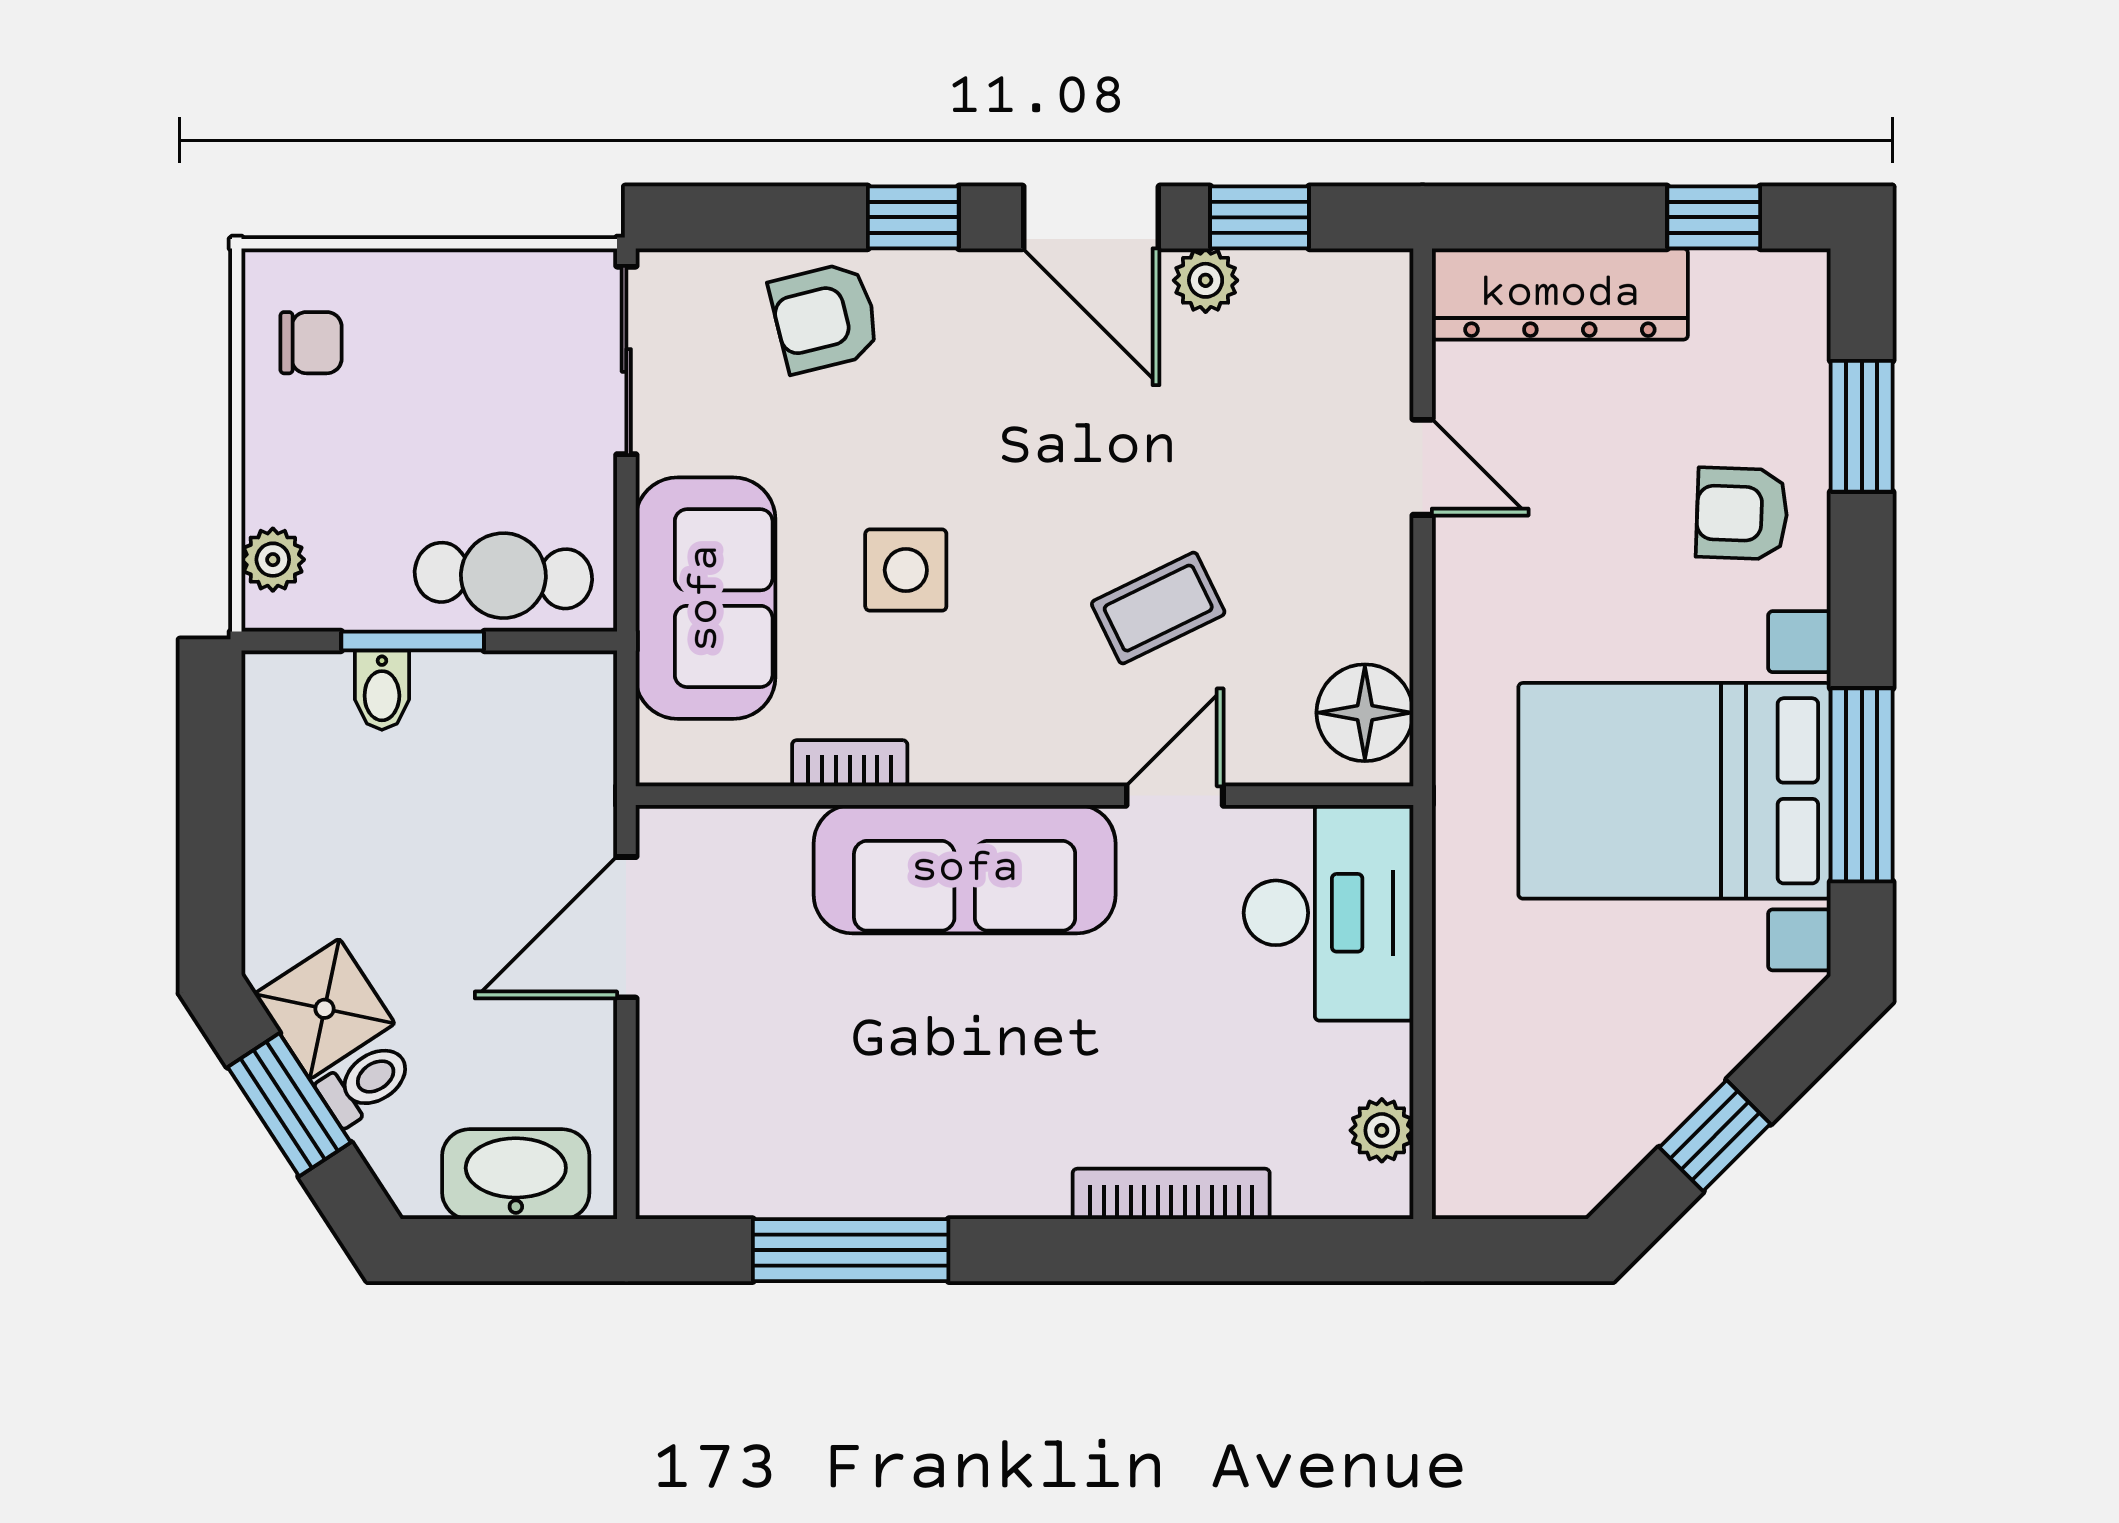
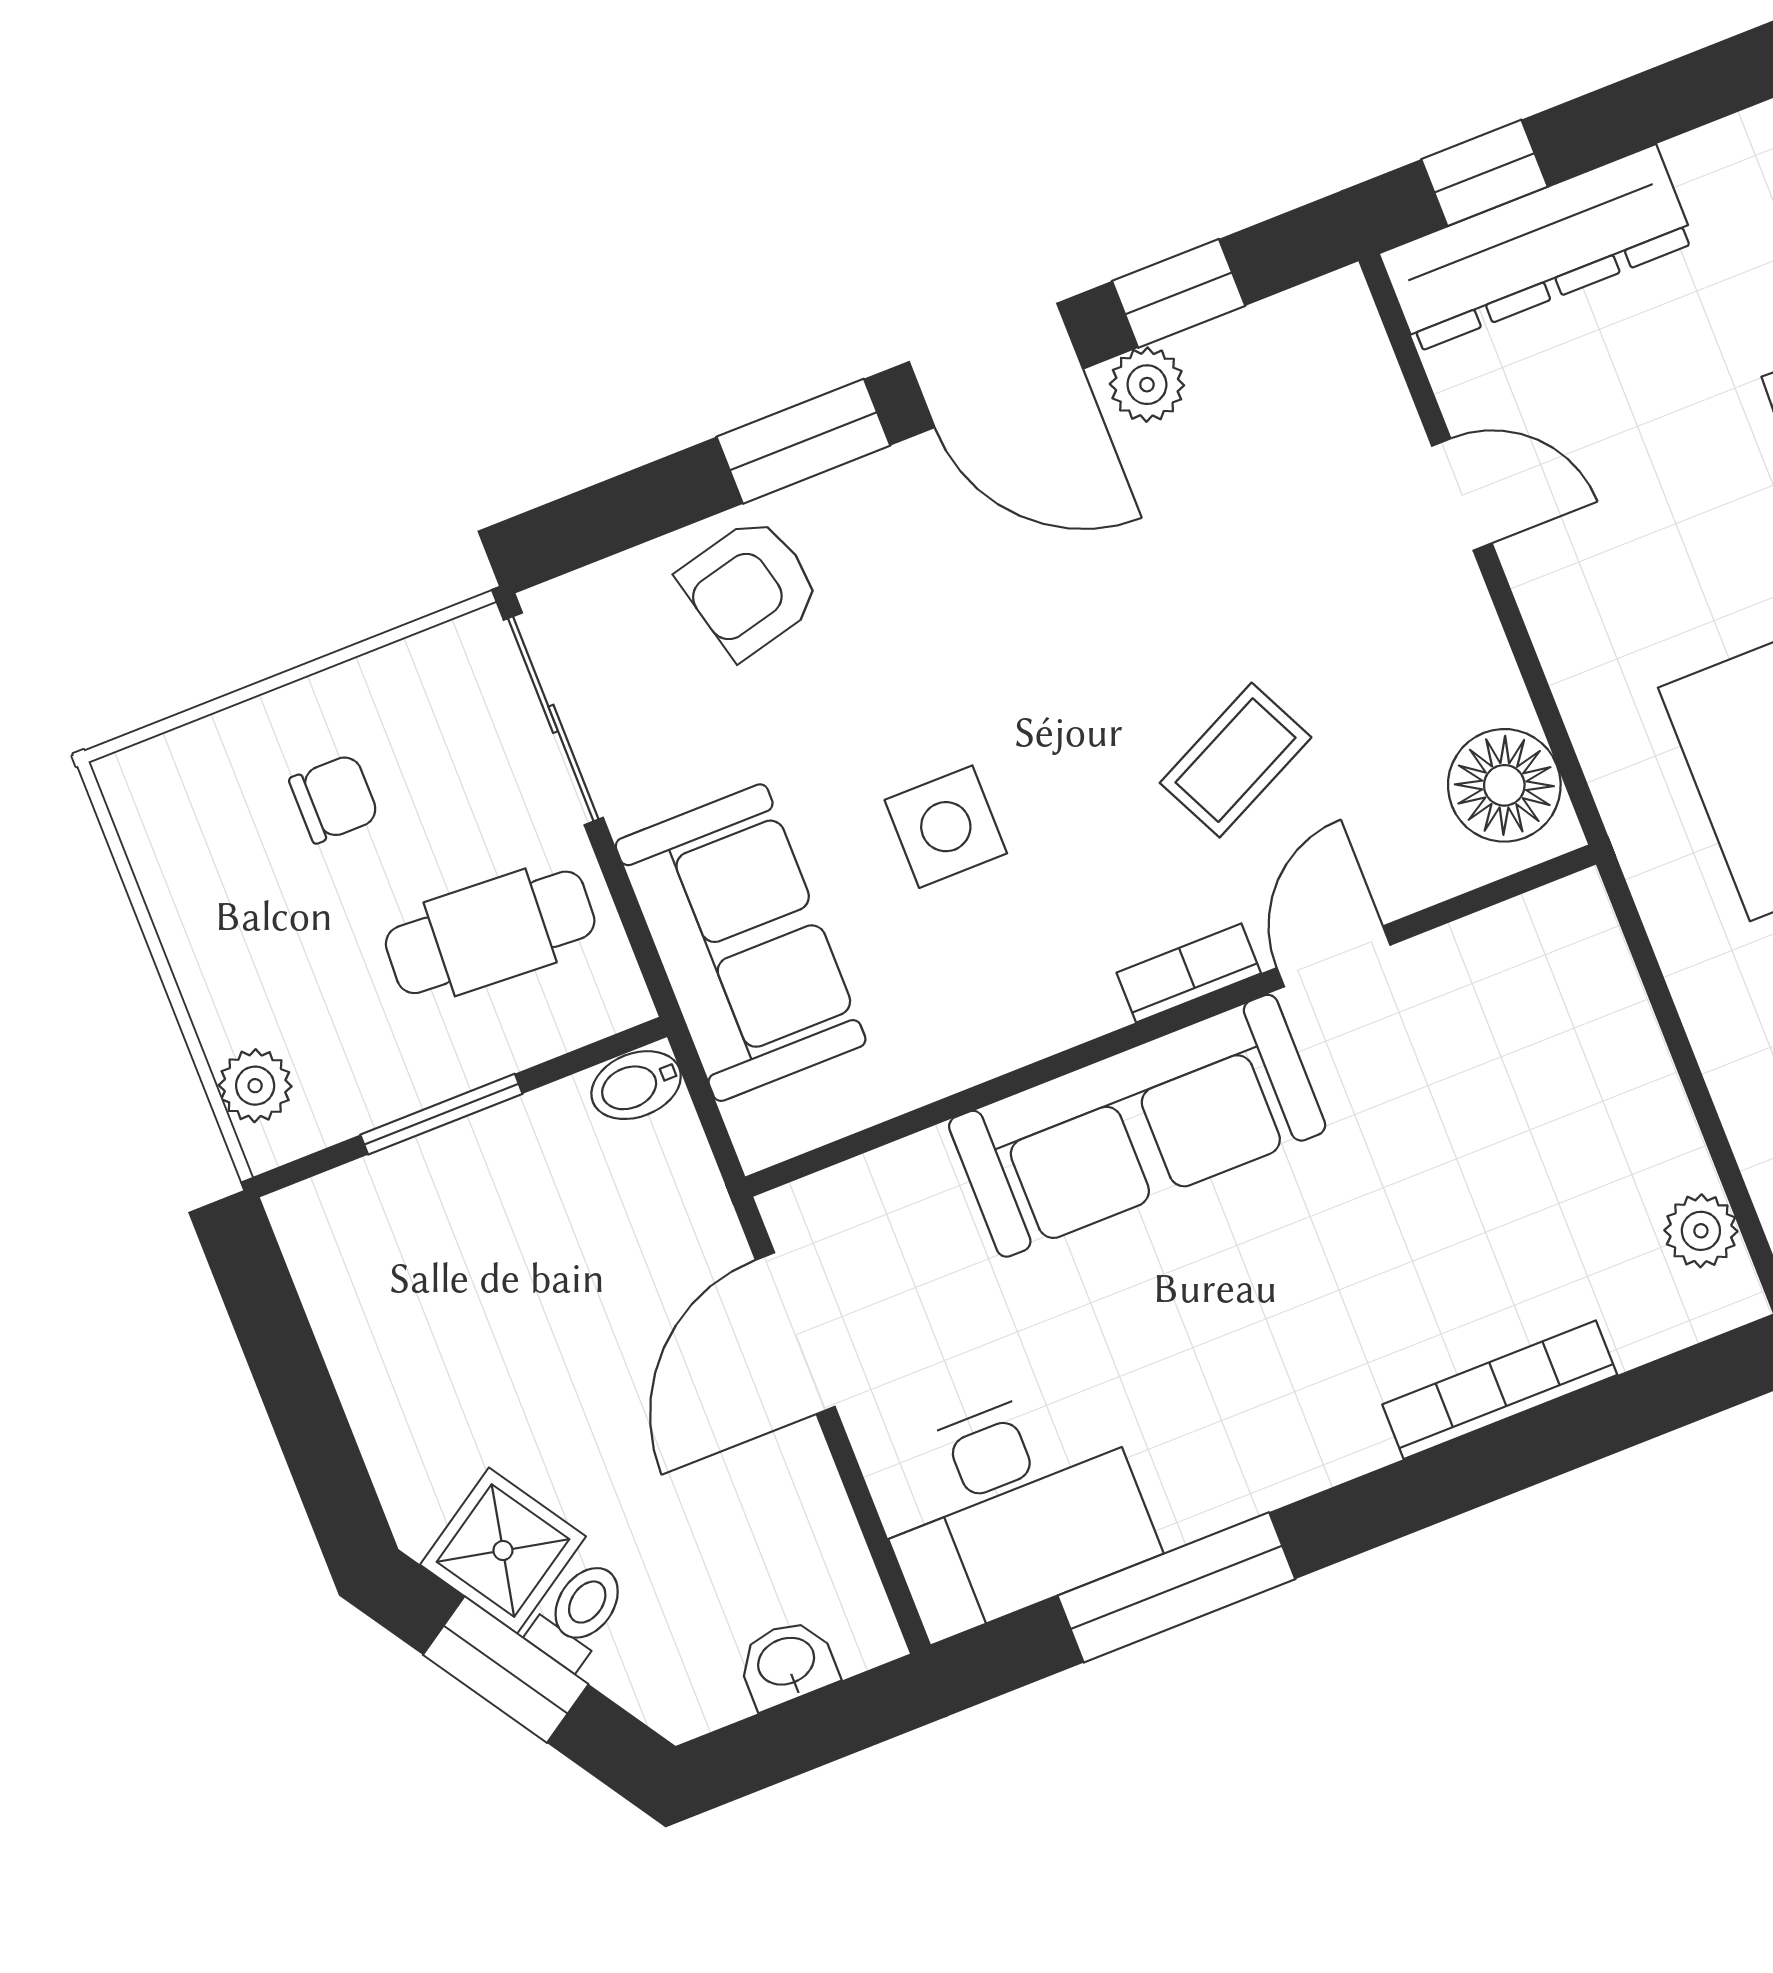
window: (913, 217) -> (803, 441), width x1.50
window: (1714, 217) -> (1484, 173), moved
chair: (311, 343) -> (334, 799), moved
cafe table: (503, 576) -> (490, 932), moved
bidet: (382, 690) -> (636, 1085), moved, turned 90
bookcase: (850, 763) -> (1189, 973), moved
desk: (1328, 913) -> (1011, 1508), moved, turned 90
washbasin: (516, 1174) -> (787, 1663), width x0.52, depth x0.69

